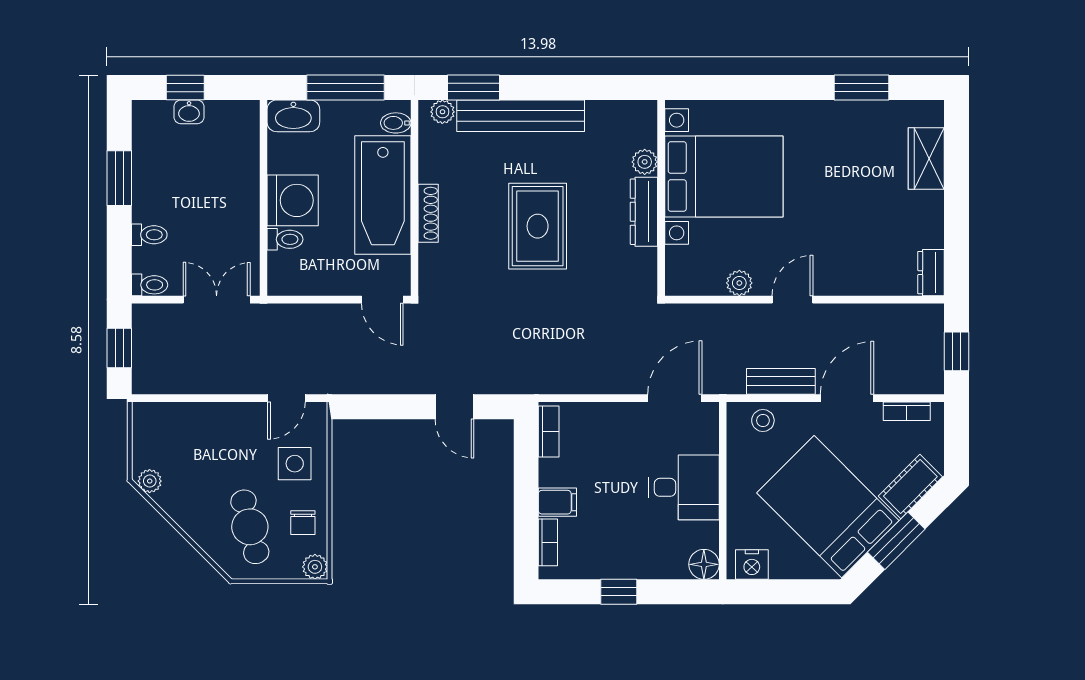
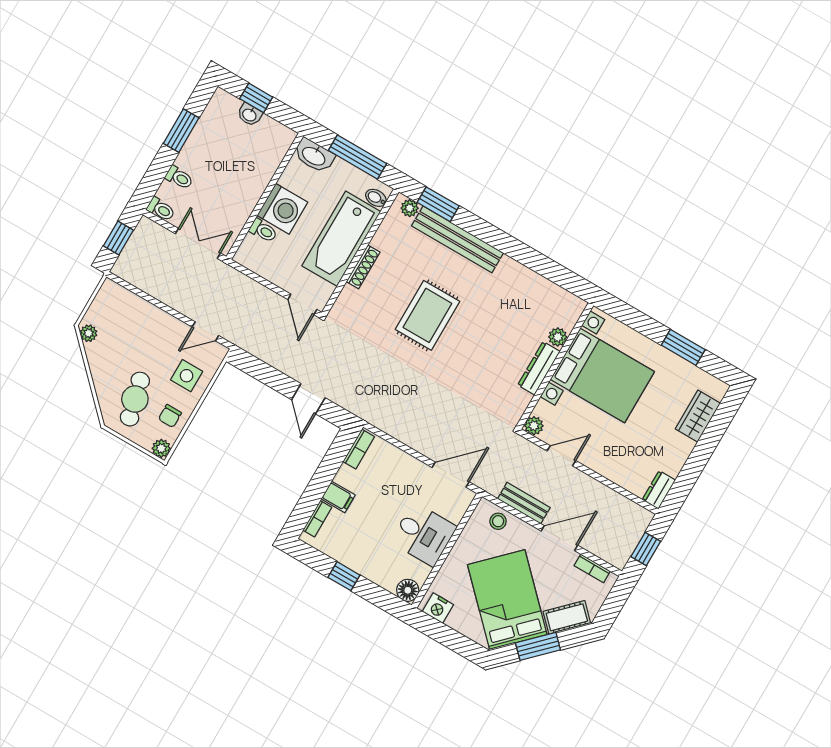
plant: (645, 162) -> (558, 337), moved
bed with nightstands: (724, 177) -> (602, 376), moved
wall: (661, 198) -> (555, 366), moved
dresser: (644, 212) -> (539, 368), moved

